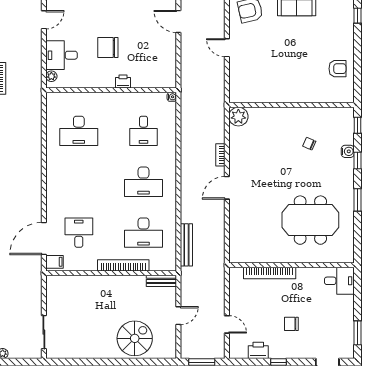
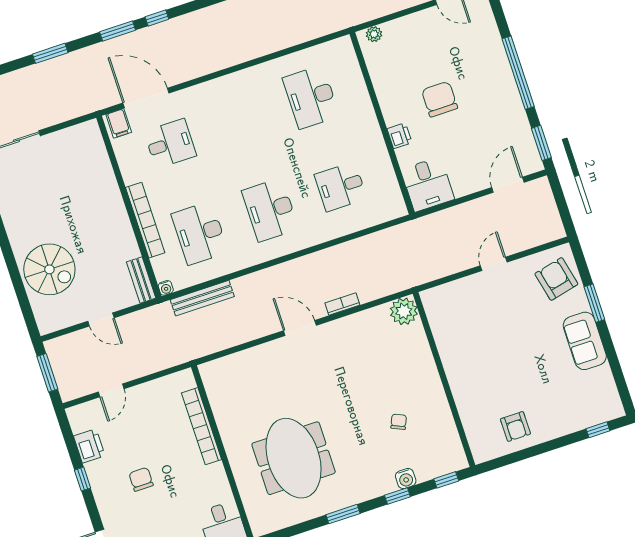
desk: (62, 55) -> (428, 184), moved, turned 180
water cooler: (172, 97) -> (166, 288), moved

